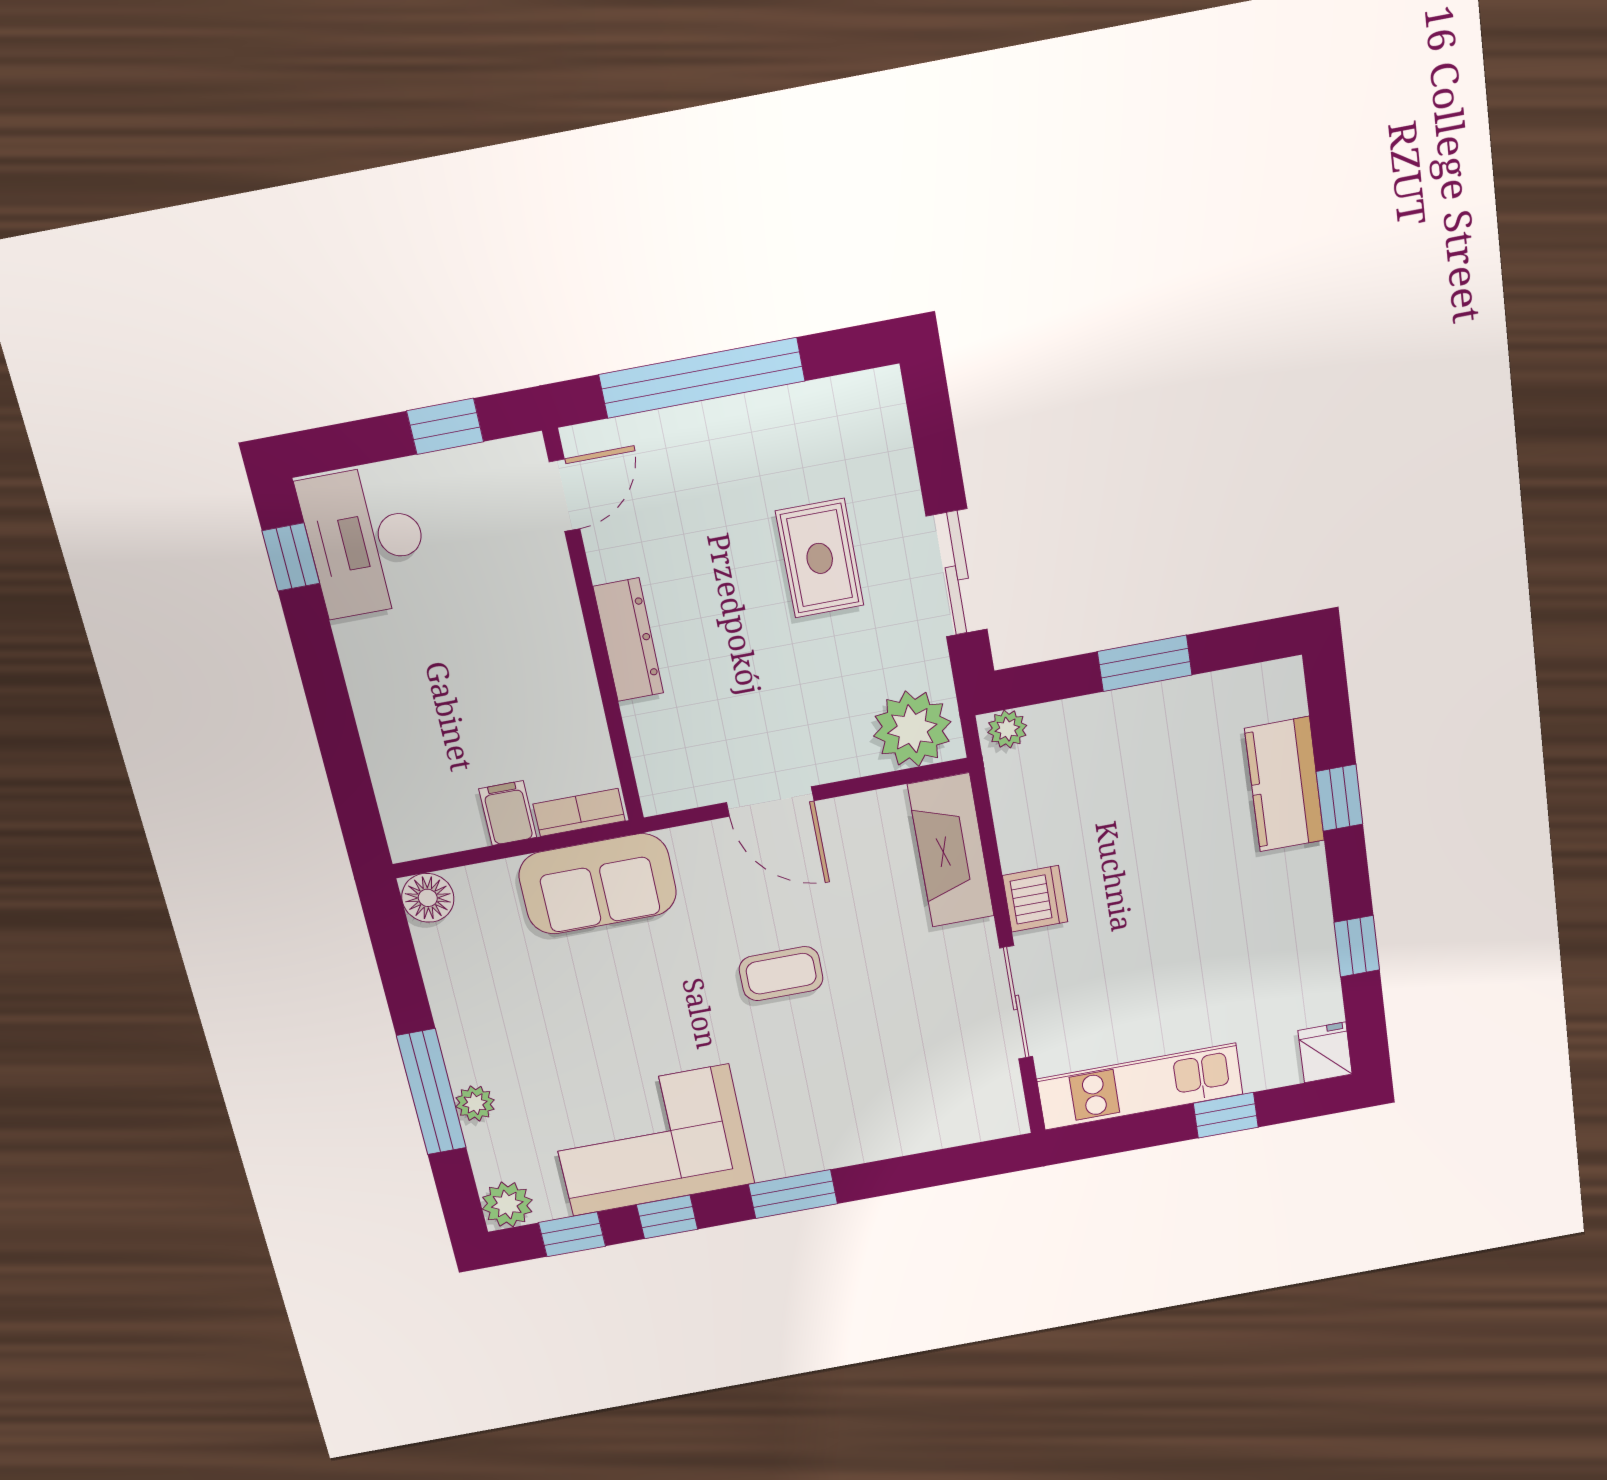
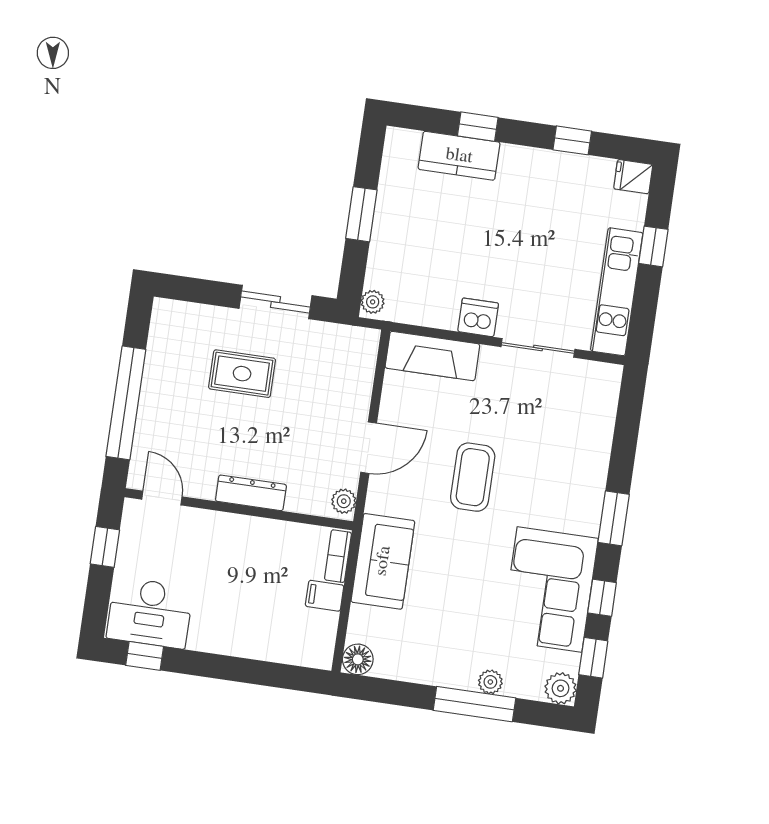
plant: (912, 729) -> (344, 501), moved, width x0.53, depth x0.53
coffee table: (781, 974) -> (473, 477), width x1.36, depth x1.30

